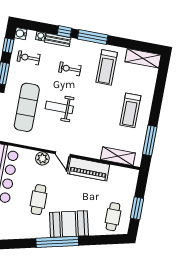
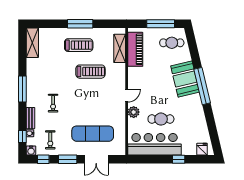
window: (64, 32) -> (22, 136), moved
treadmill: (107, 67) -> (90, 72), moved
weight bench: (59, 107) -> (88, 106), removed
window: (150, 140) -> (80, 24), moved
piano: (89, 169) -> (135, 49), moved
cafe table: (39, 200) -> (161, 119), moved
window: (137, 208) -> (161, 24), width x1.44

